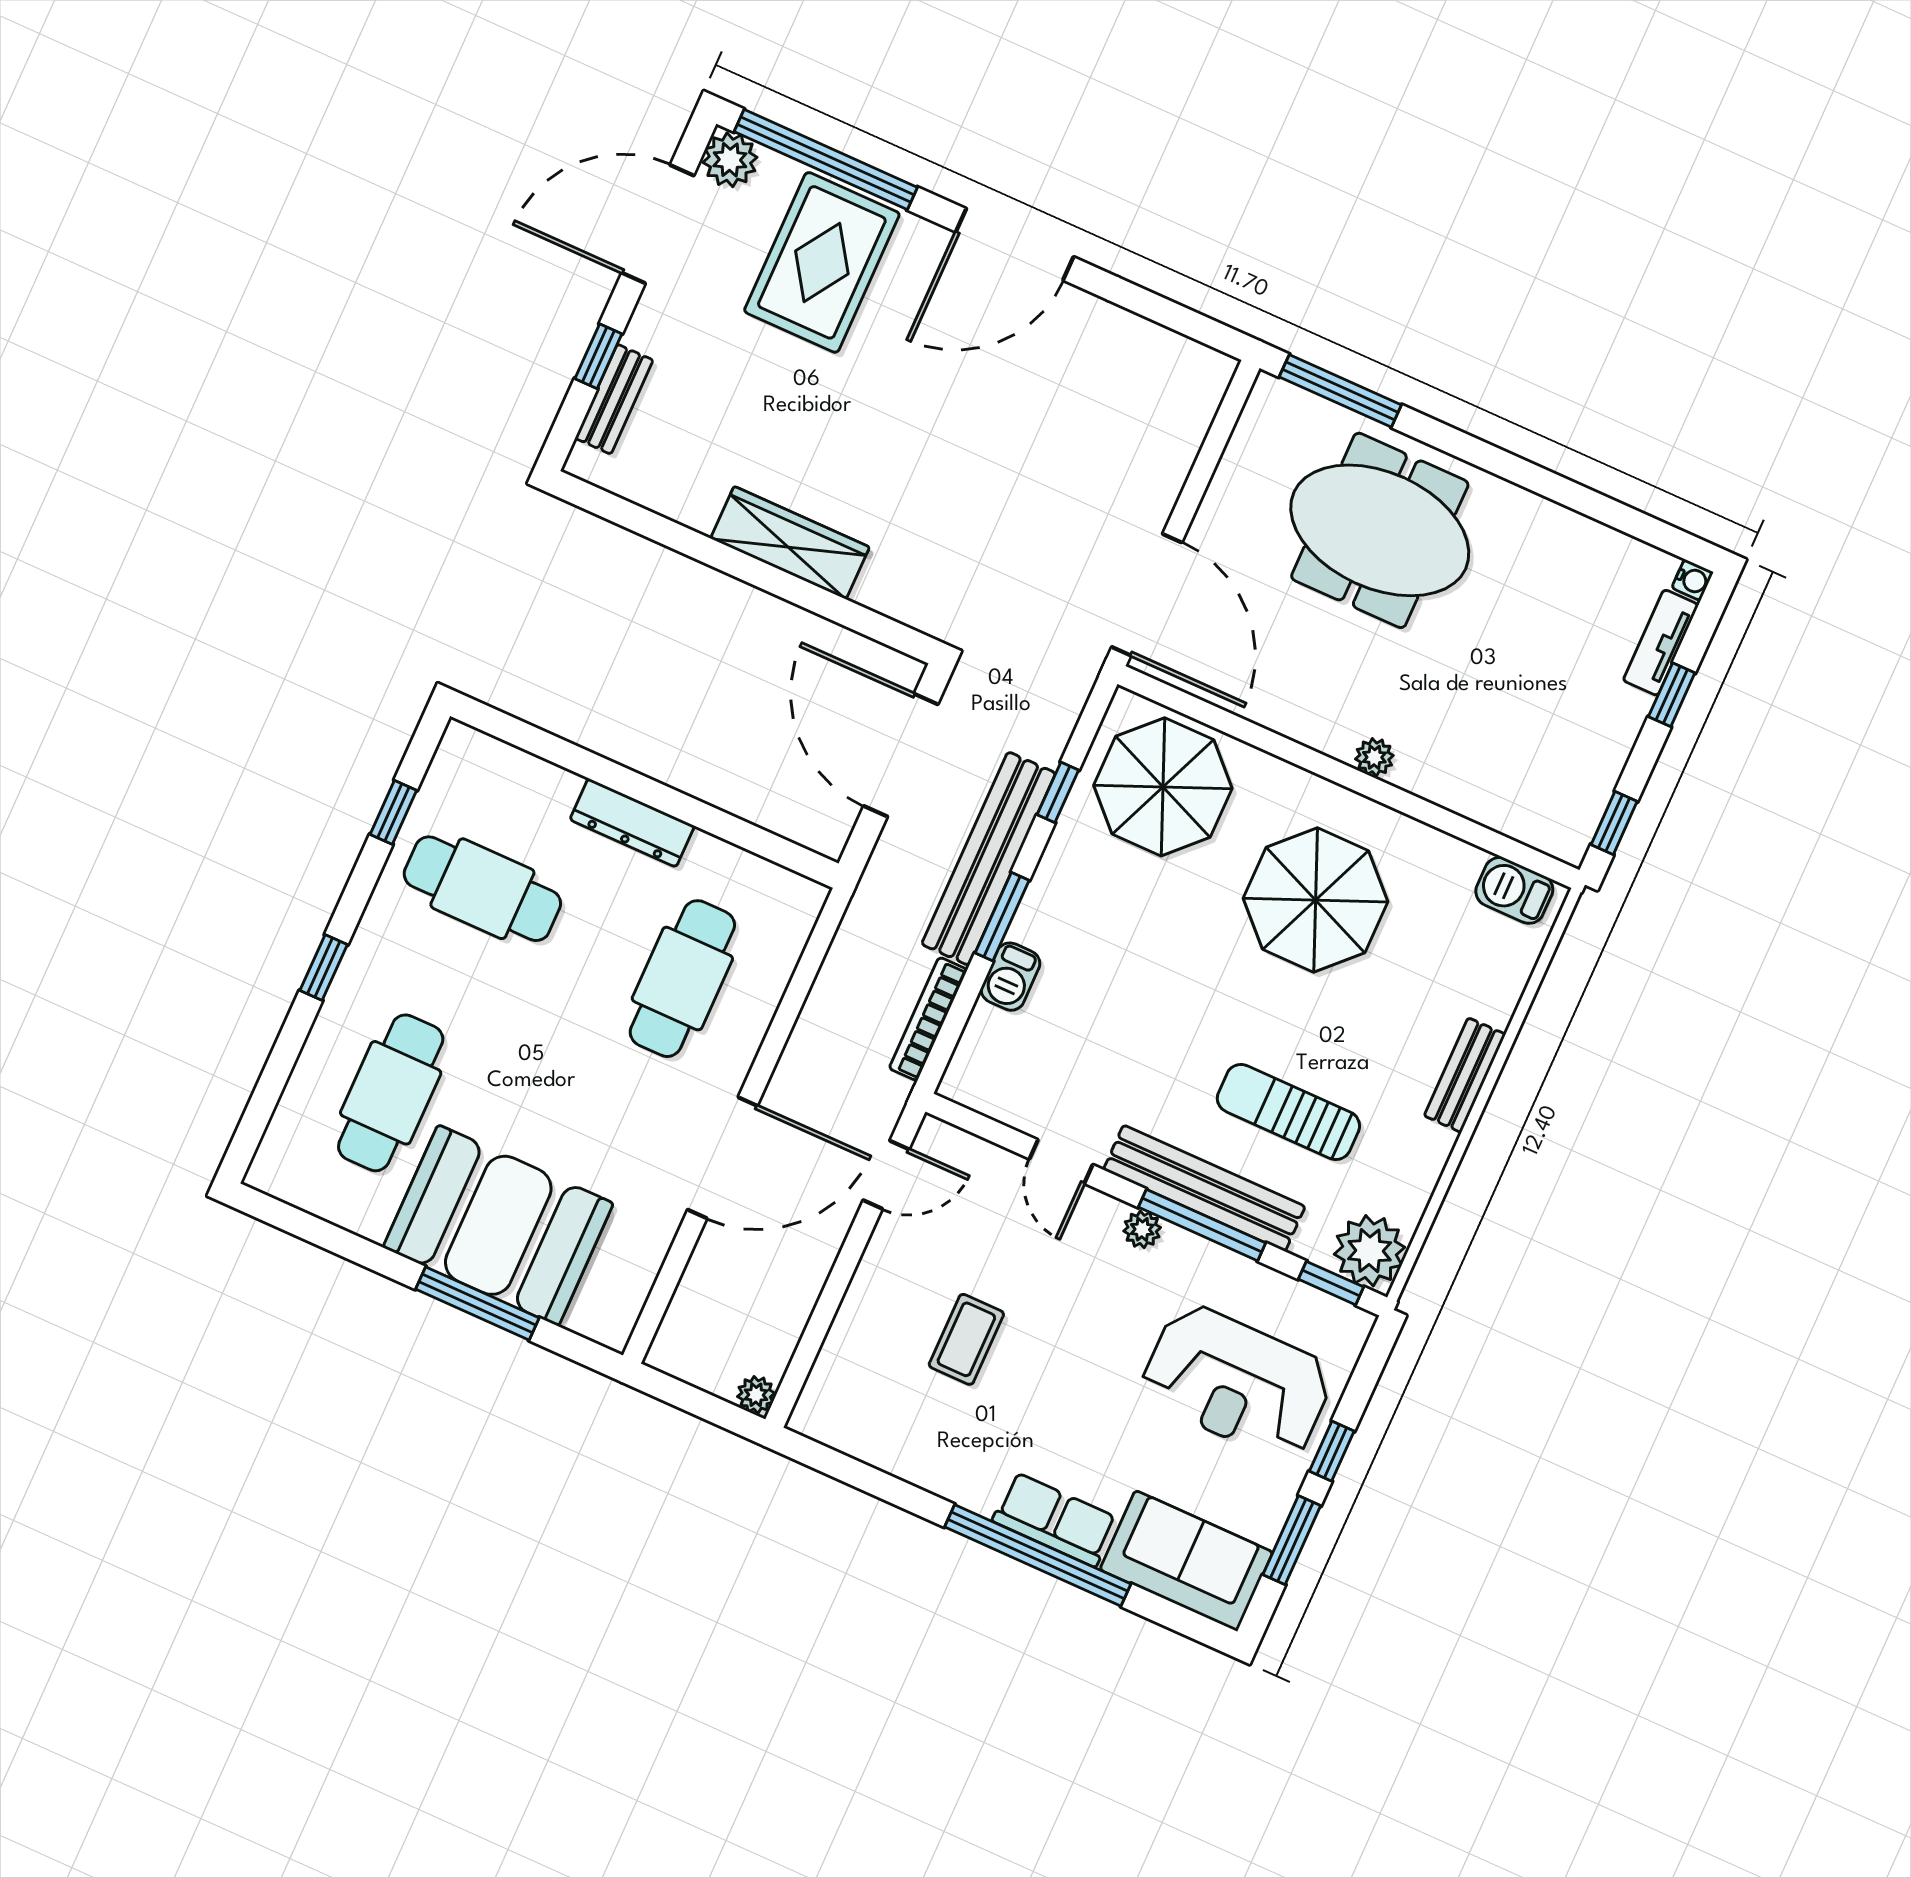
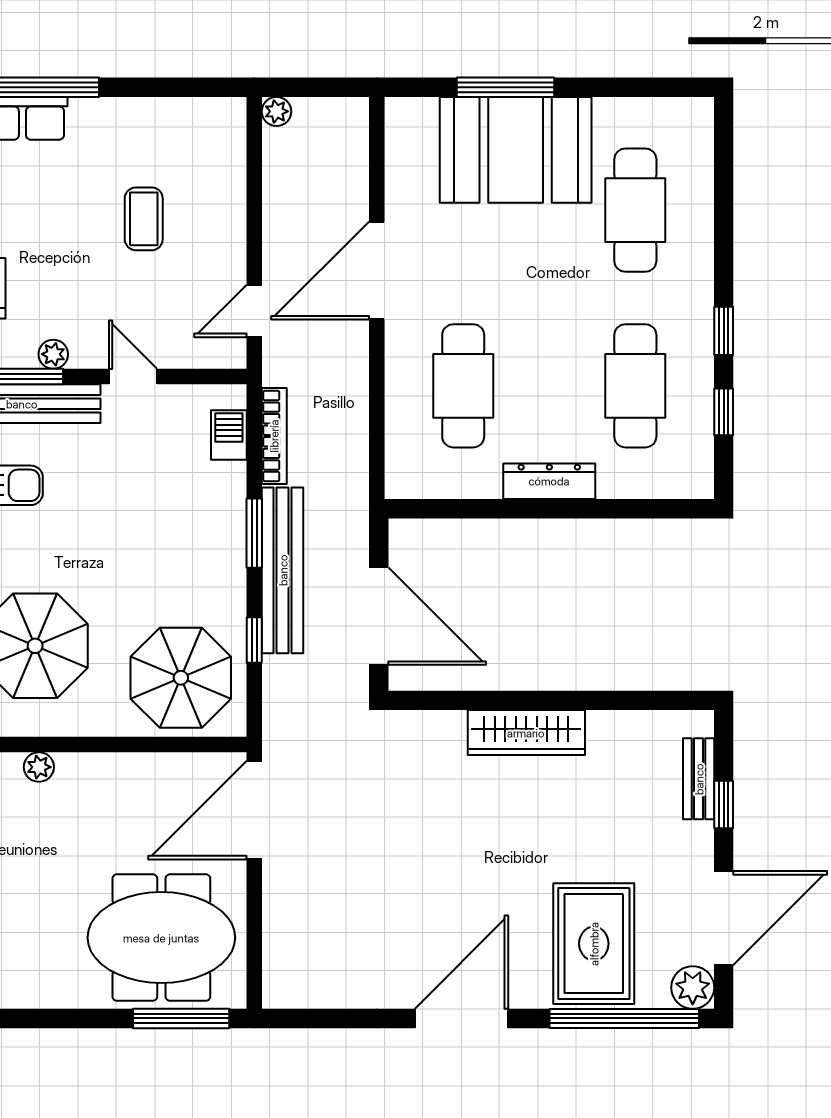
meeting table: (1380, 530) -> (161, 938), moved
door: (1147, 595) -> (254, 810), hinge flipped
cafe table: (482, 889) -> (635, 386), turned 90
window: (324, 968) -> (724, 331), moved
barbecue: (1011, 977) -> (229, 435), moved

